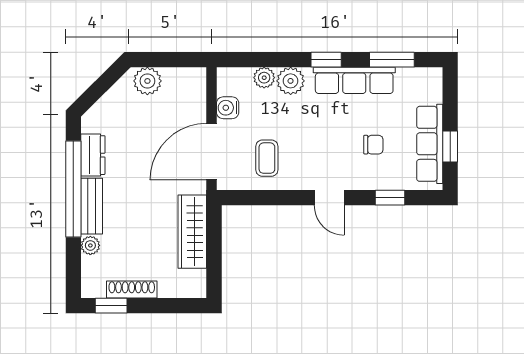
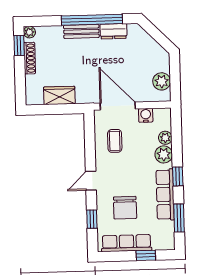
plant: (147, 81) -> (162, 81), moved
chair: (373, 145) -> (125, 208), width x1.87, depth x1.87
window: (450, 146) -> (146, 255), moved
coffee table: (267, 158) -> (115, 141), turned 90
wardrobe: (192, 232) -> (59, 95), width x0.67
plant: (90, 245) -> (29, 32), moved

